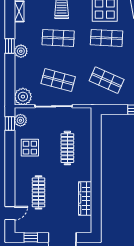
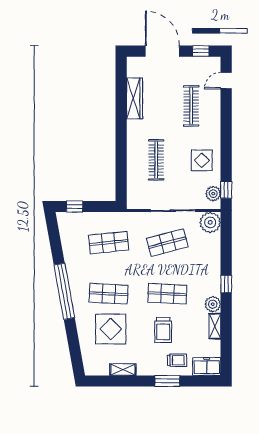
plant: (21, 51) -> (213, 304), moved
shop shelf: (58, 80) -> (167, 243), turned -30
shop shelf: (107, 80) -> (109, 243), turned -30

